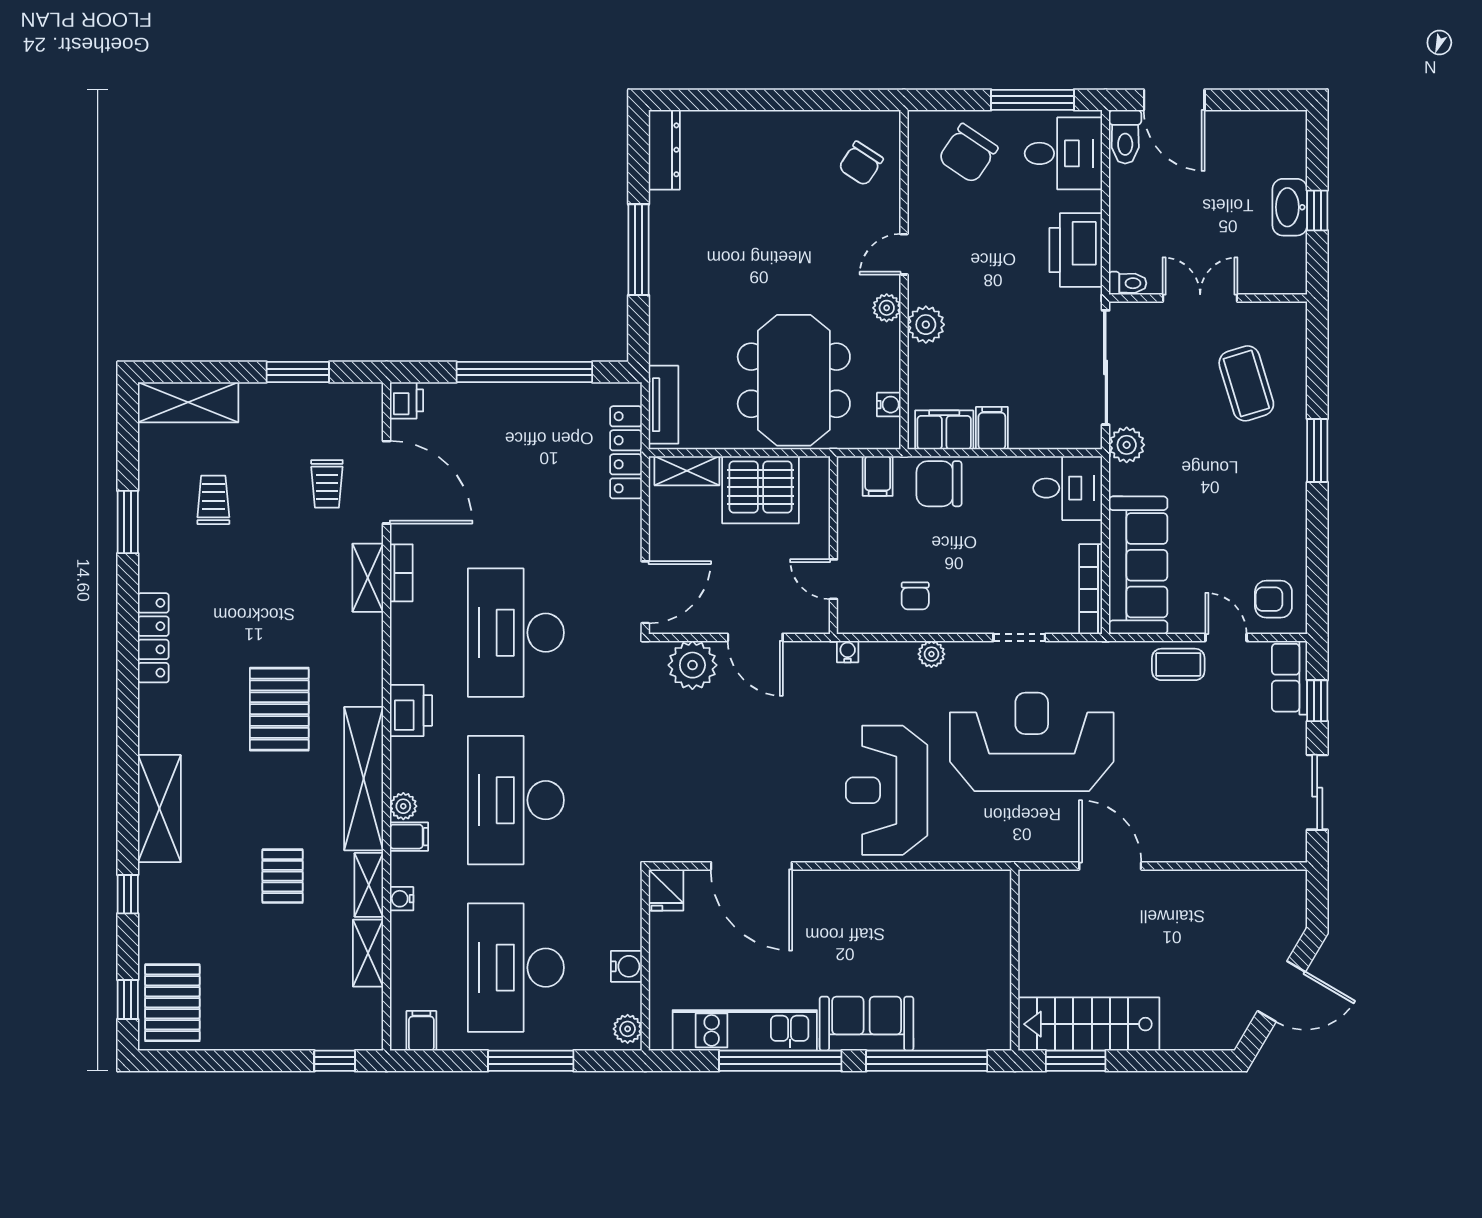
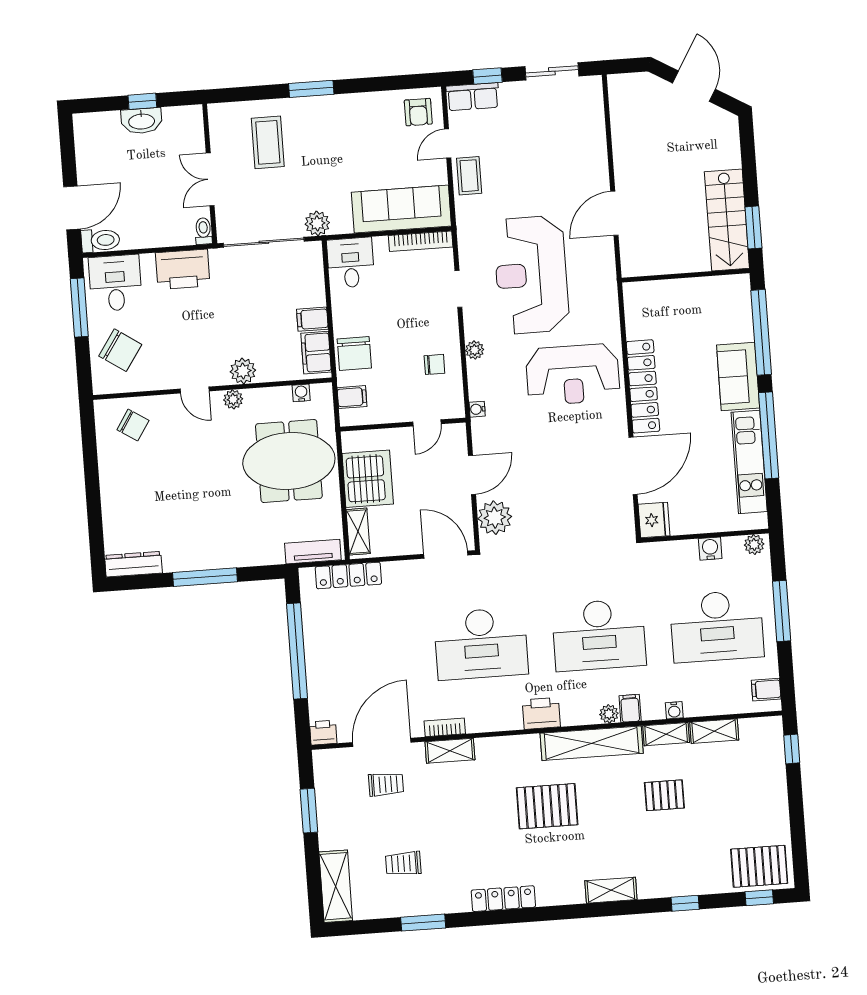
coffee table: (1246, 383) -> (268, 142), turned -73
shelving: (159, 809) -> (611, 890), width x0.67, depth x0.75
locker: (863, 888) -> (643, 386), added
fridge: (666, 890) -> (654, 520), width x1.38

